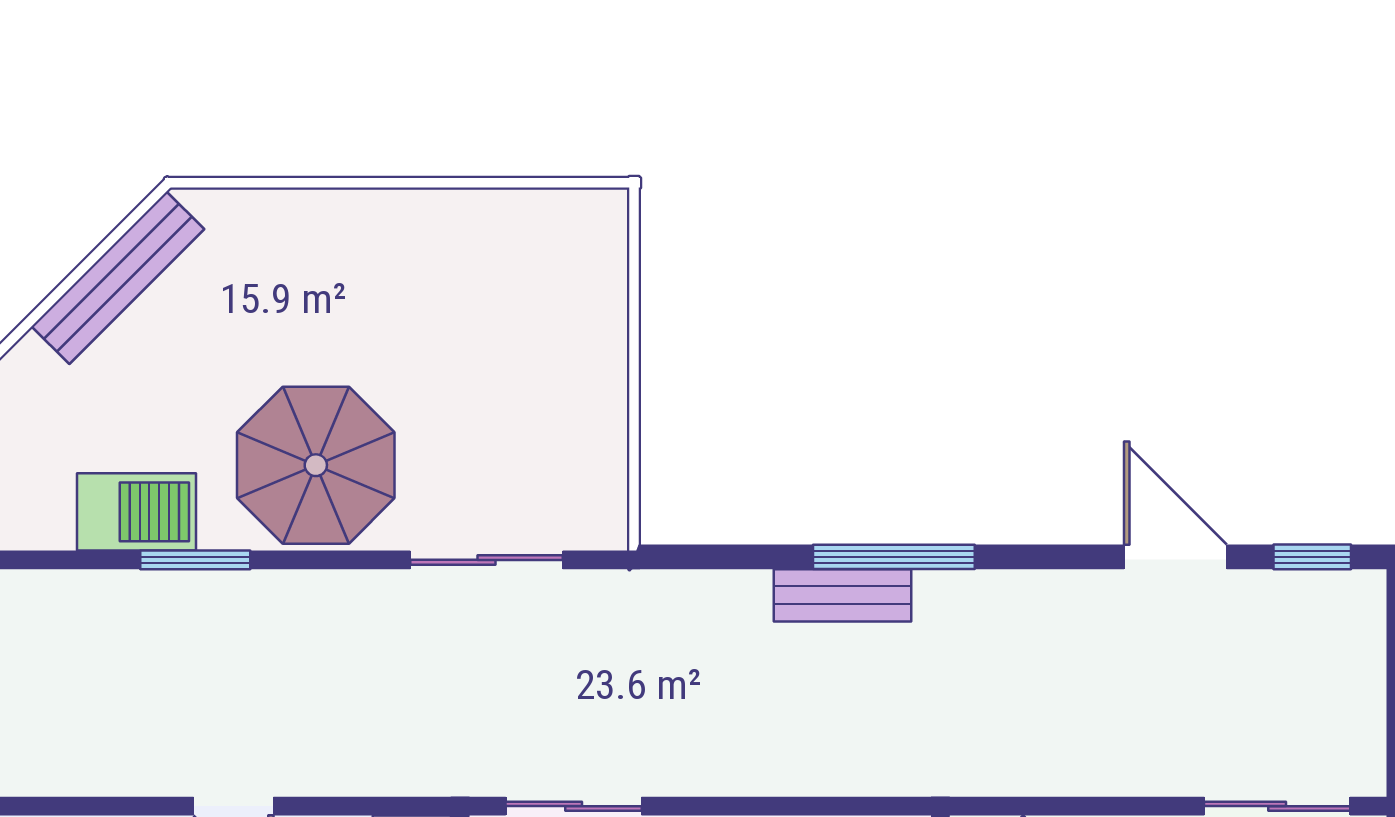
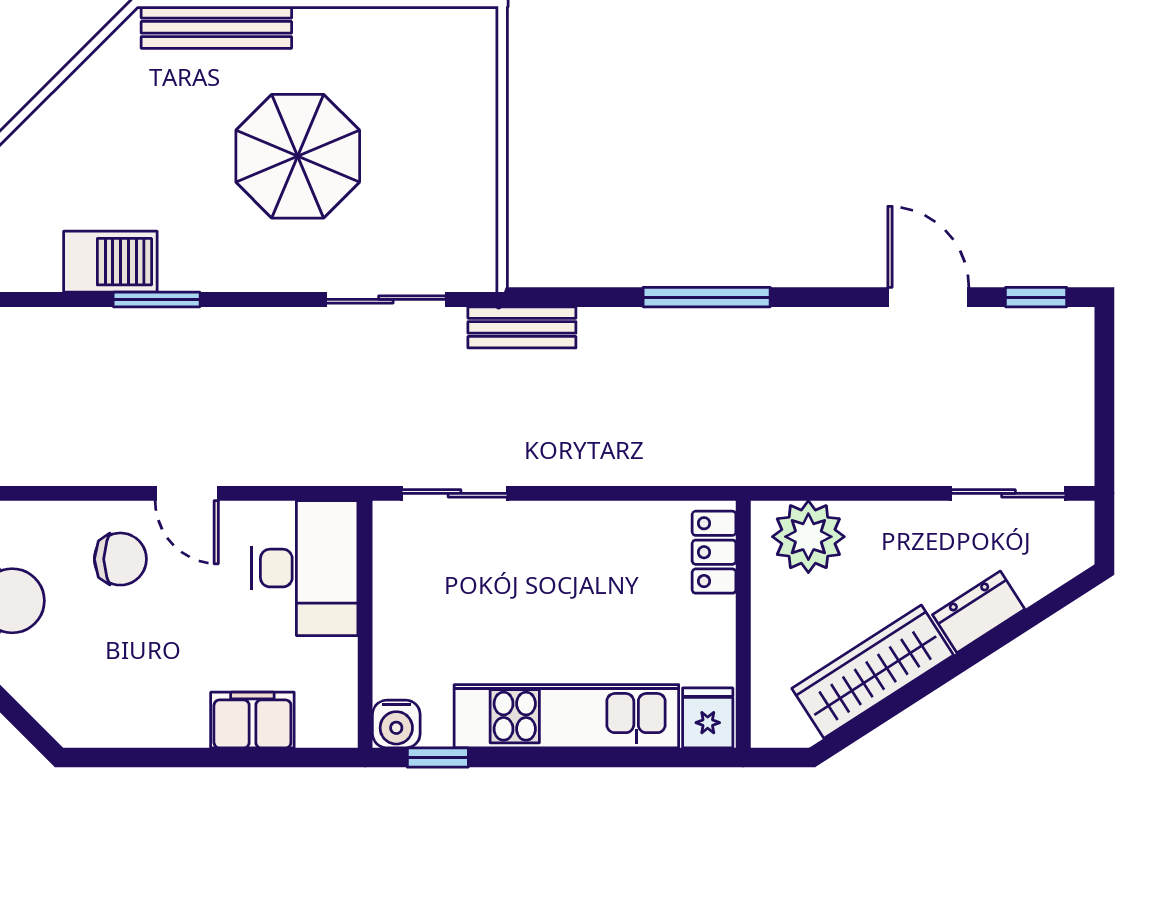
bench: (118, 278) -> (216, 27), moved, turned 45
parasol: (316, 465) -> (298, 156), moved
bench: (842, 595) -> (522, 327), moved

